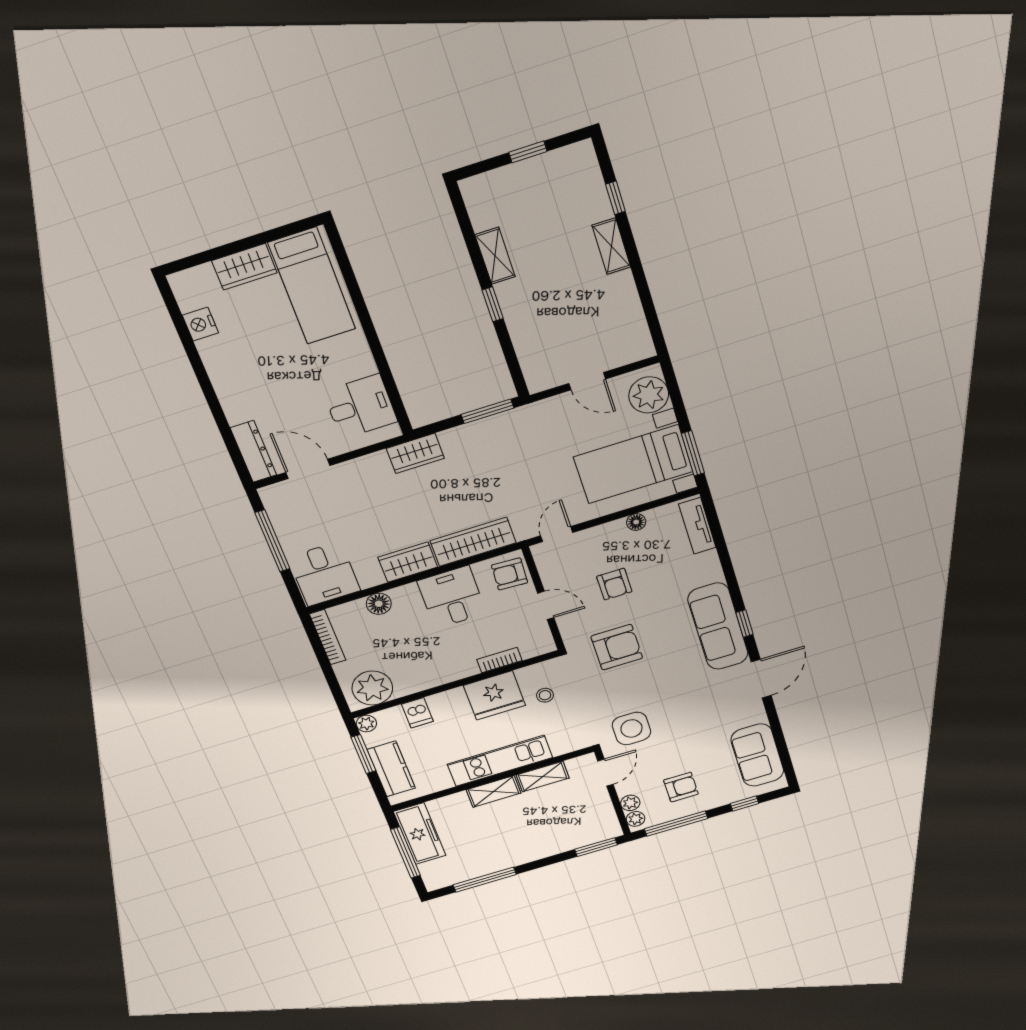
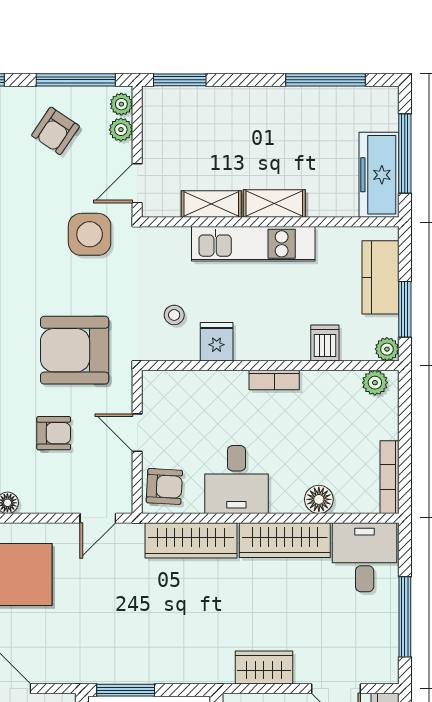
wardrobe: (415, 453) -> (264, 668), moved
wardrobe: (408, 562) -> (285, 540), width x1.50
armchair: (614, 584) -> (54, 433), turned 90
armchair: (617, 647) -> (75, 350), width x1.36, depth x1.36
bookcase: (499, 660) -> (274, 380), moved
plant: (372, 688) -> (375, 383), width x0.53, depth x0.53
fridge: (495, 695) -> (217, 342), width x0.53, depth x0.75
armchair: (681, 787) -> (56, 131), turned -56

